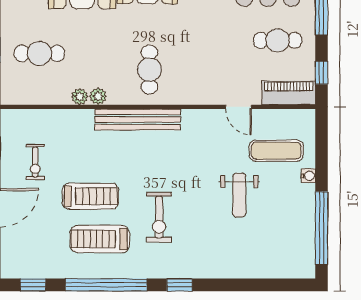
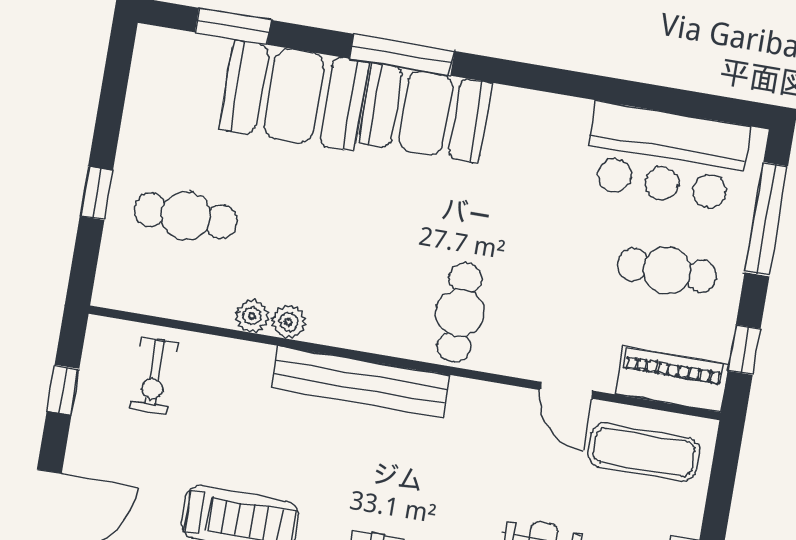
cafe table: (149, 70) -> (460, 313), moved
exercise mat: (276, 151) -> (644, 452), moved
exercise bike: (35, 162) -> (154, 376), moved

